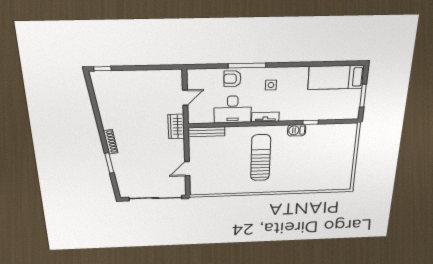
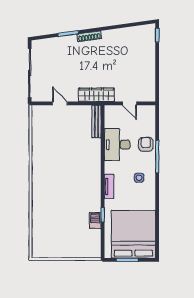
bed: (336, 77) -> (133, 234), width x2.04
tv unit: (265, 117) -> (109, 186), moved
wardrobe: (176, 126) -> (96, 95), width x1.50
barbecue: (297, 130) -> (95, 221), moved
sun lounger: (261, 158) -> (69, 171), removed

